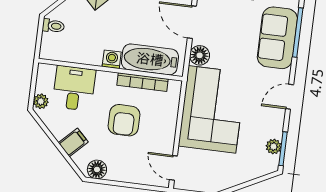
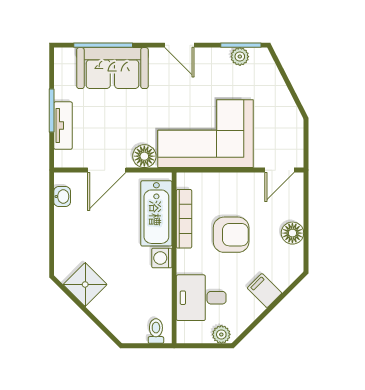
toilet: (53, 26) -> (156, 331), moved
floor lamp: (97, 169) -> (292, 233), moved

